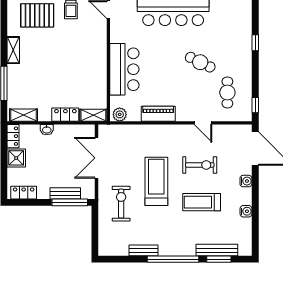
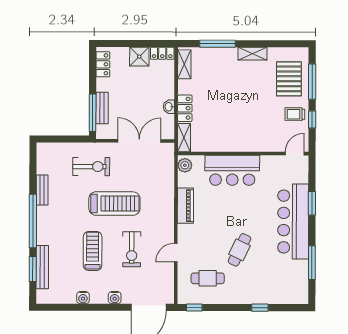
washbasin: (47, 130) -> (169, 107), moved

